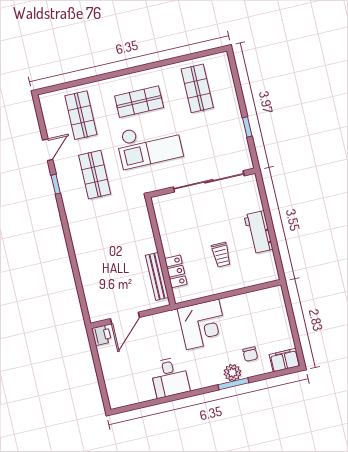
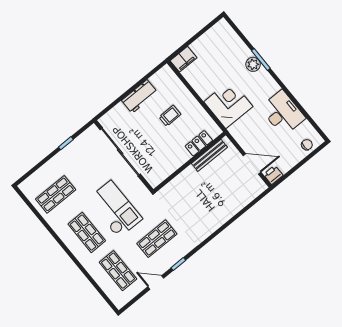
shop shelf: (81, 115) -> (118, 271), turned 90
chair: (250, 354) -> (307, 145), moved
filing cabinet: (285, 360) -> (183, 59), moved, turned -90
desk: (170, 377) -> (283, 113), width x1.37

